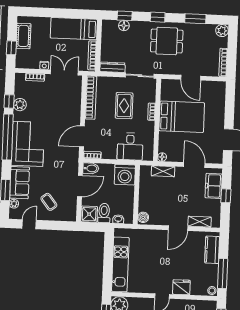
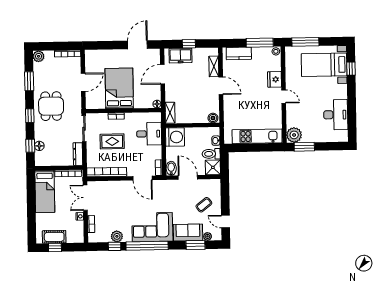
window: (11, 48) -> (55, 247), moved
shelving: (163, 171) -> (170, 113), moved

